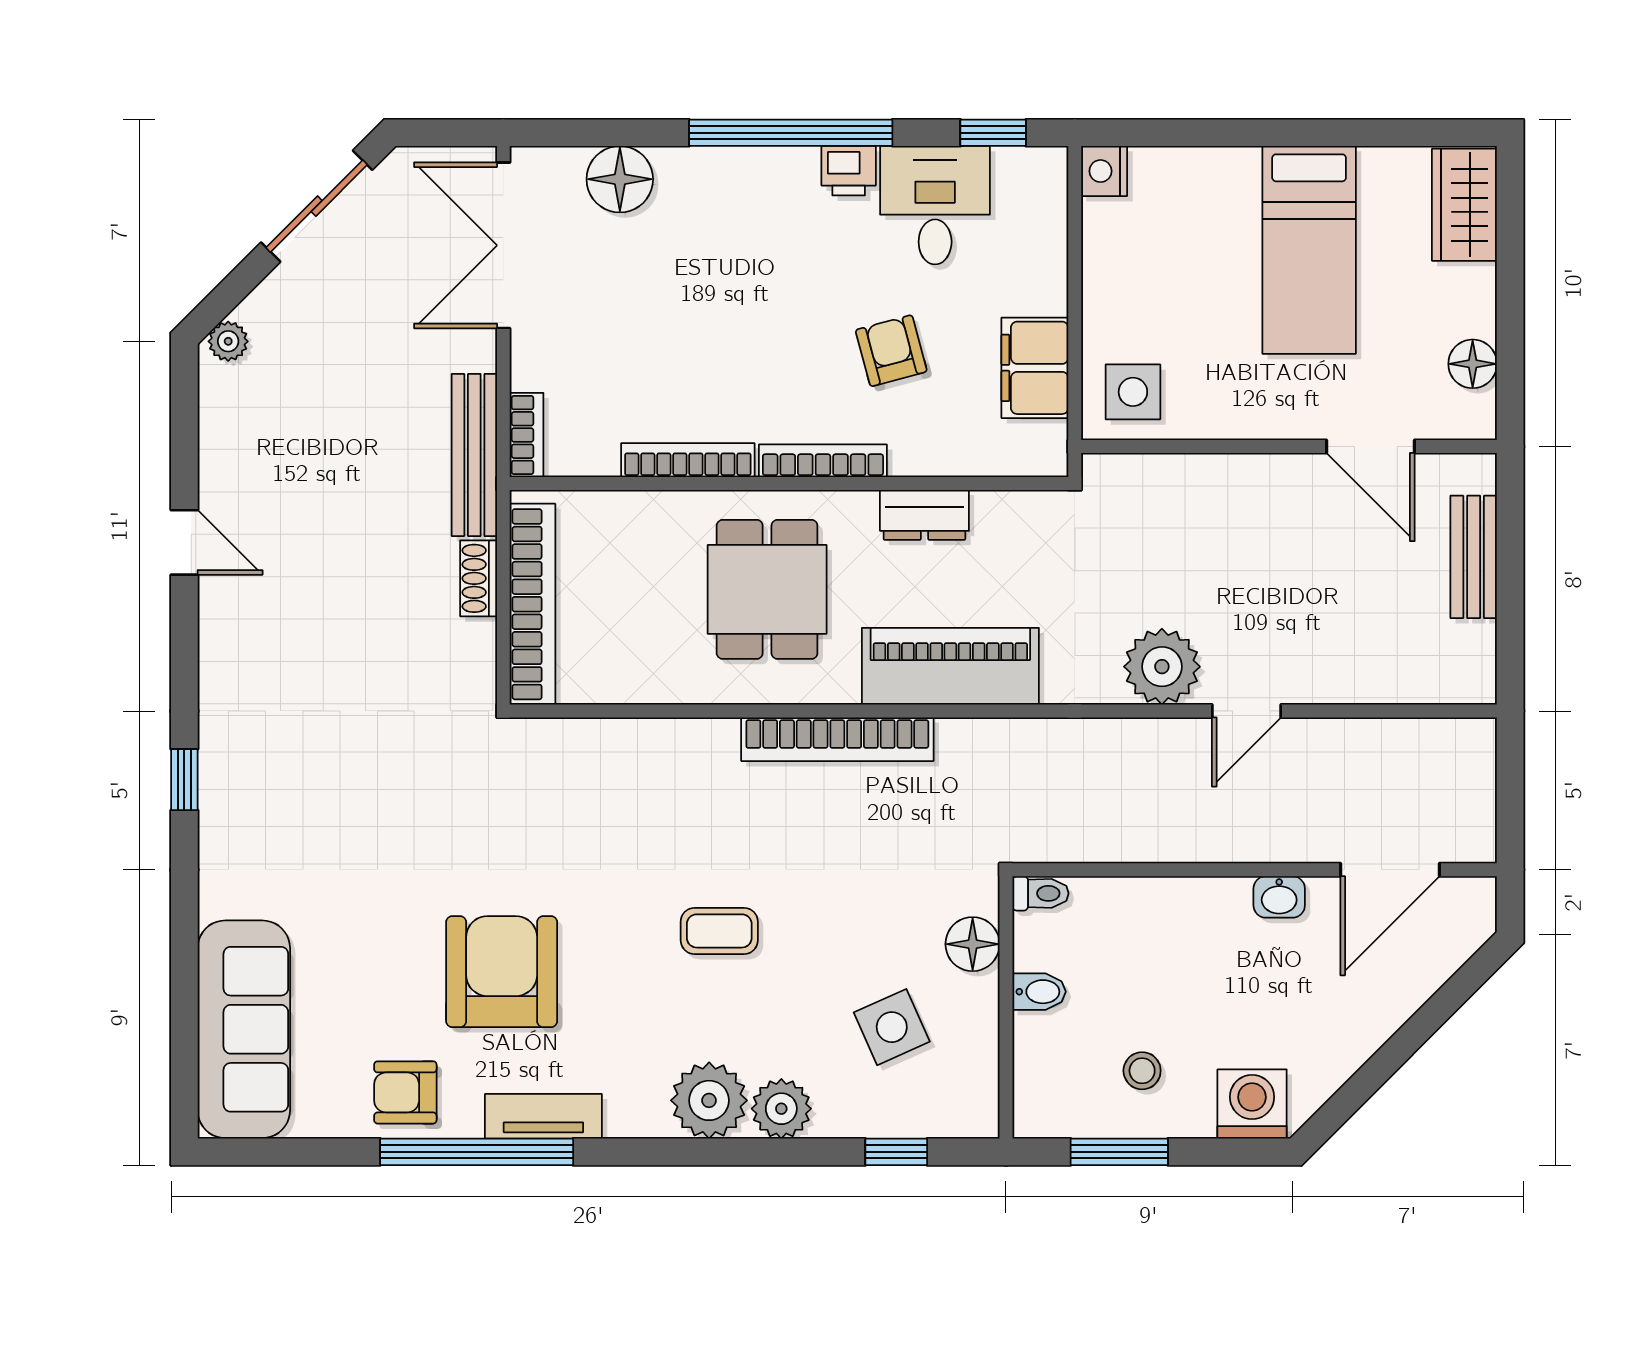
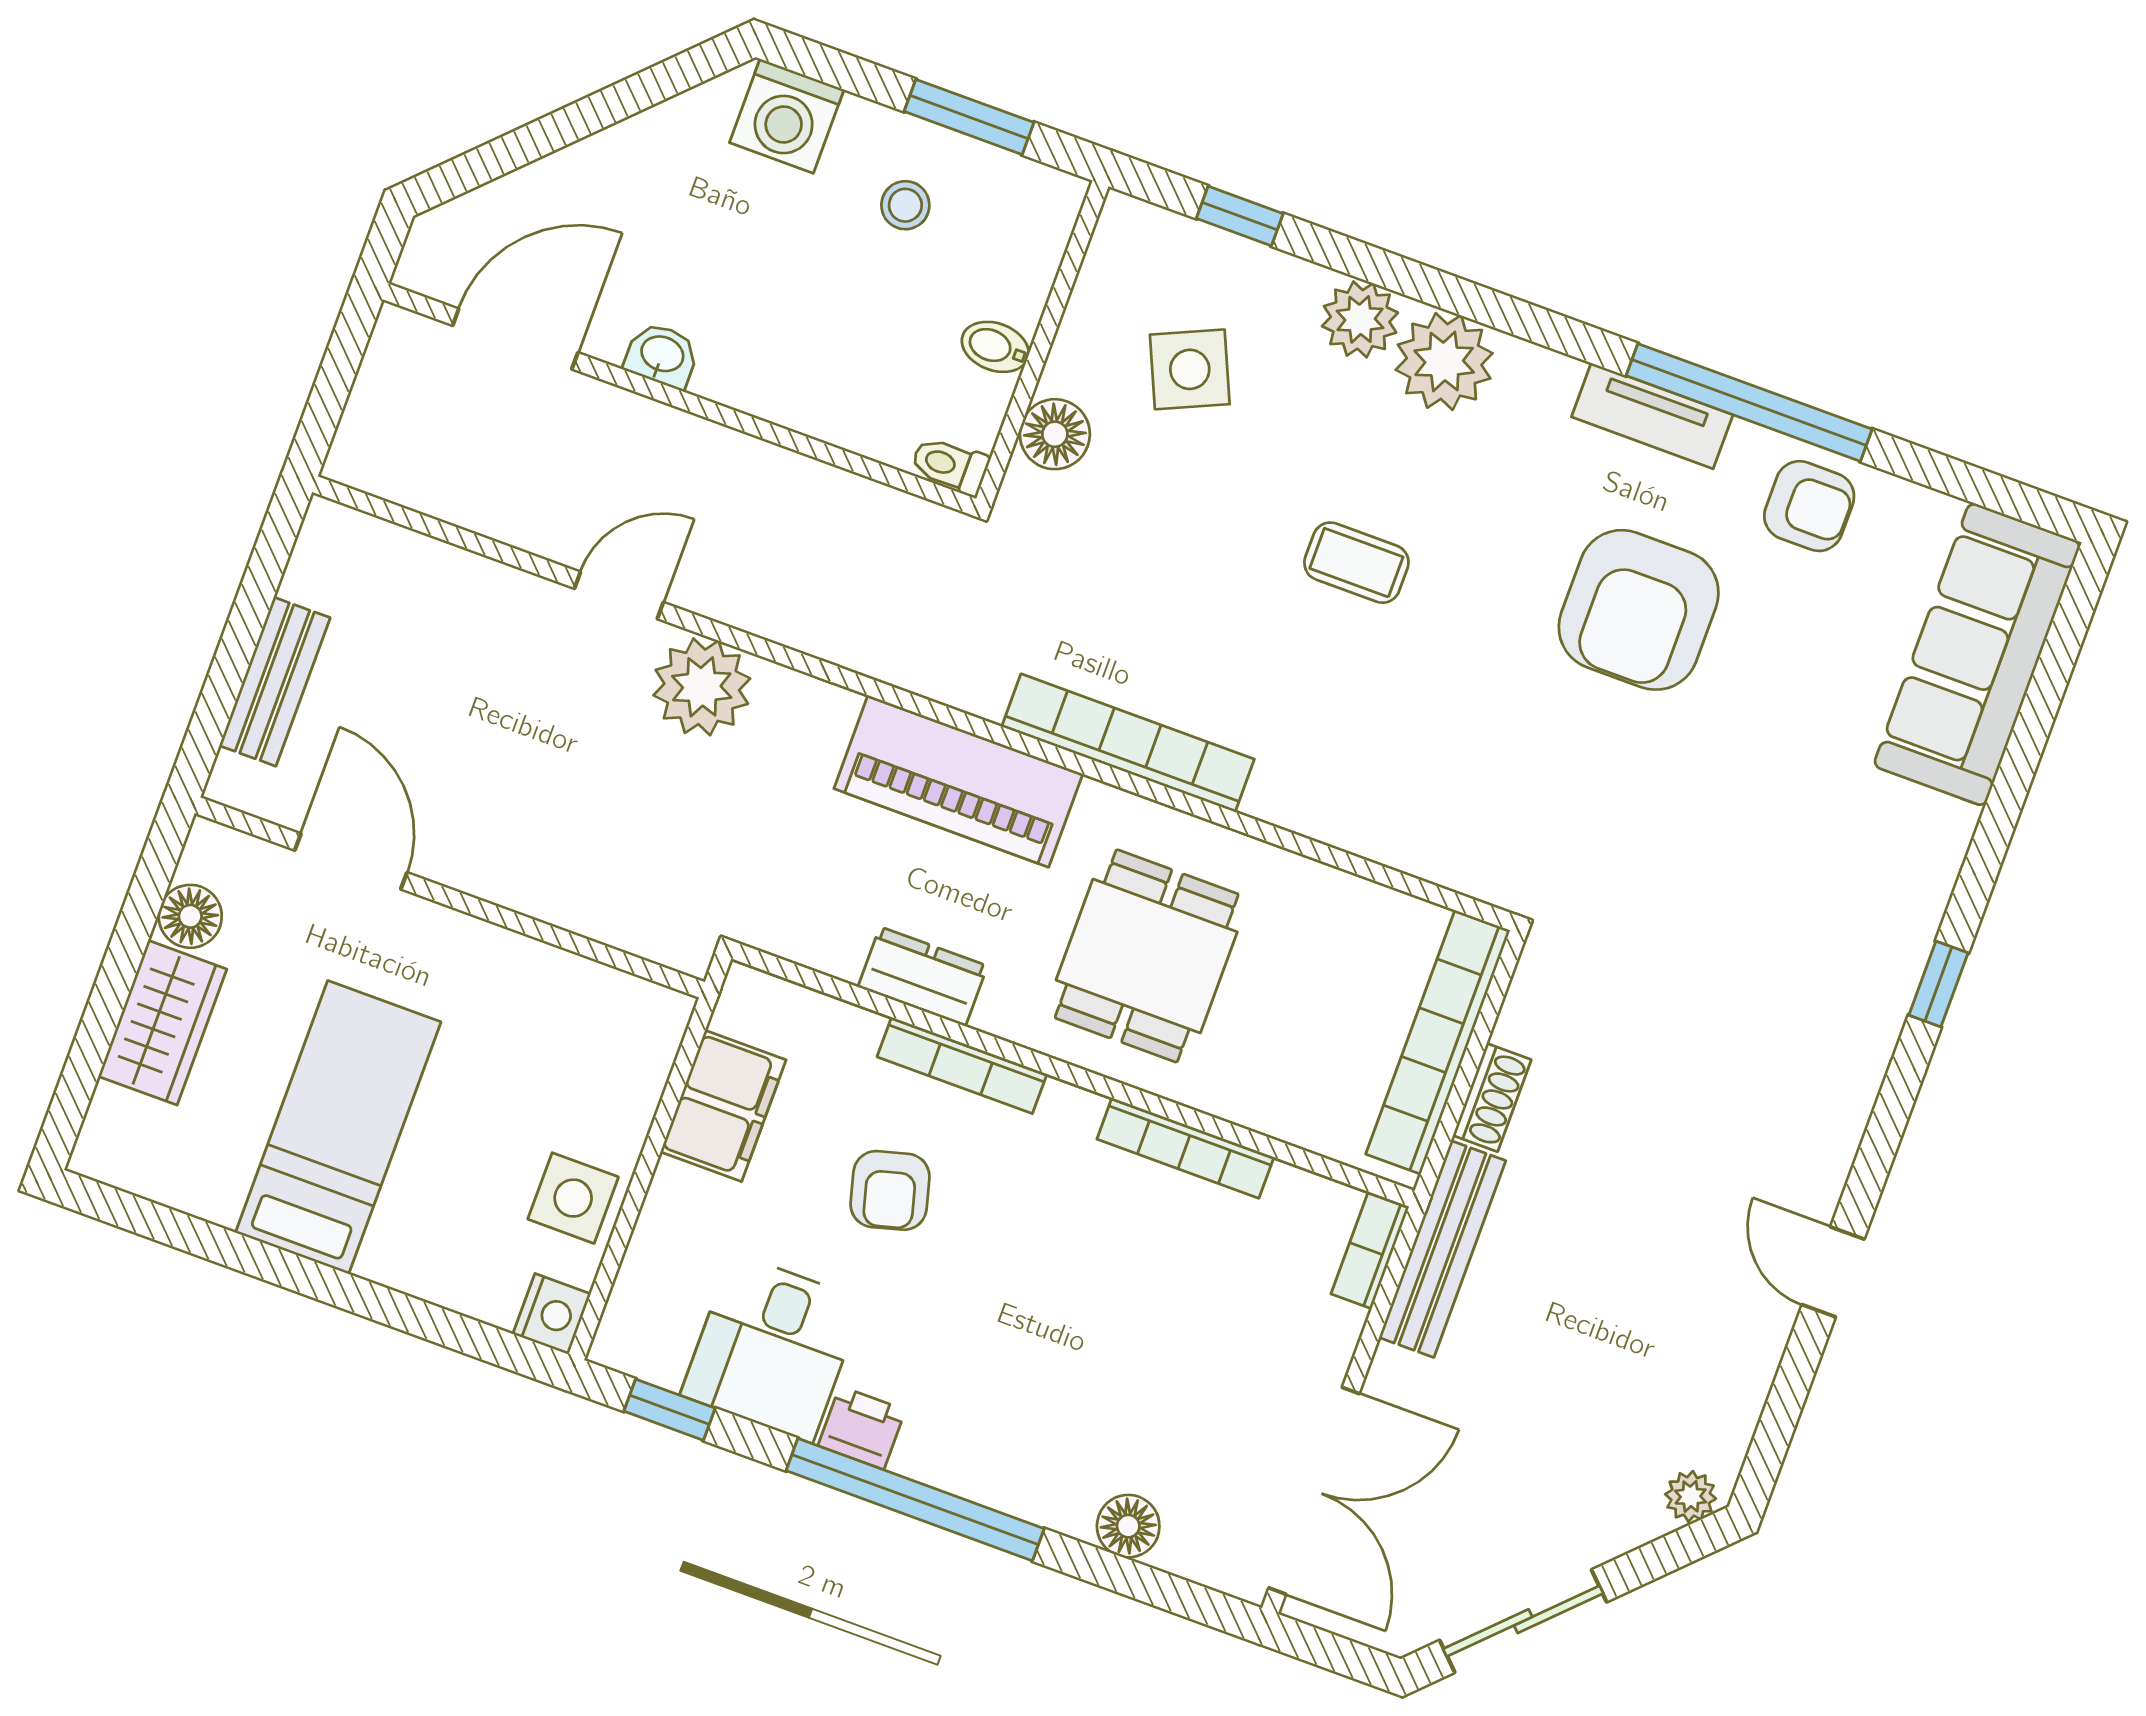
floor lamp: (620, 179) -> (1128, 1526), width x0.73, depth x0.73
wardrobe: (1464, 205) -> (163, 1023), moved
side table: (1133, 392) -> (573, 1198), moved
bookcase: (823, 461) -> (962, 1065), moved

